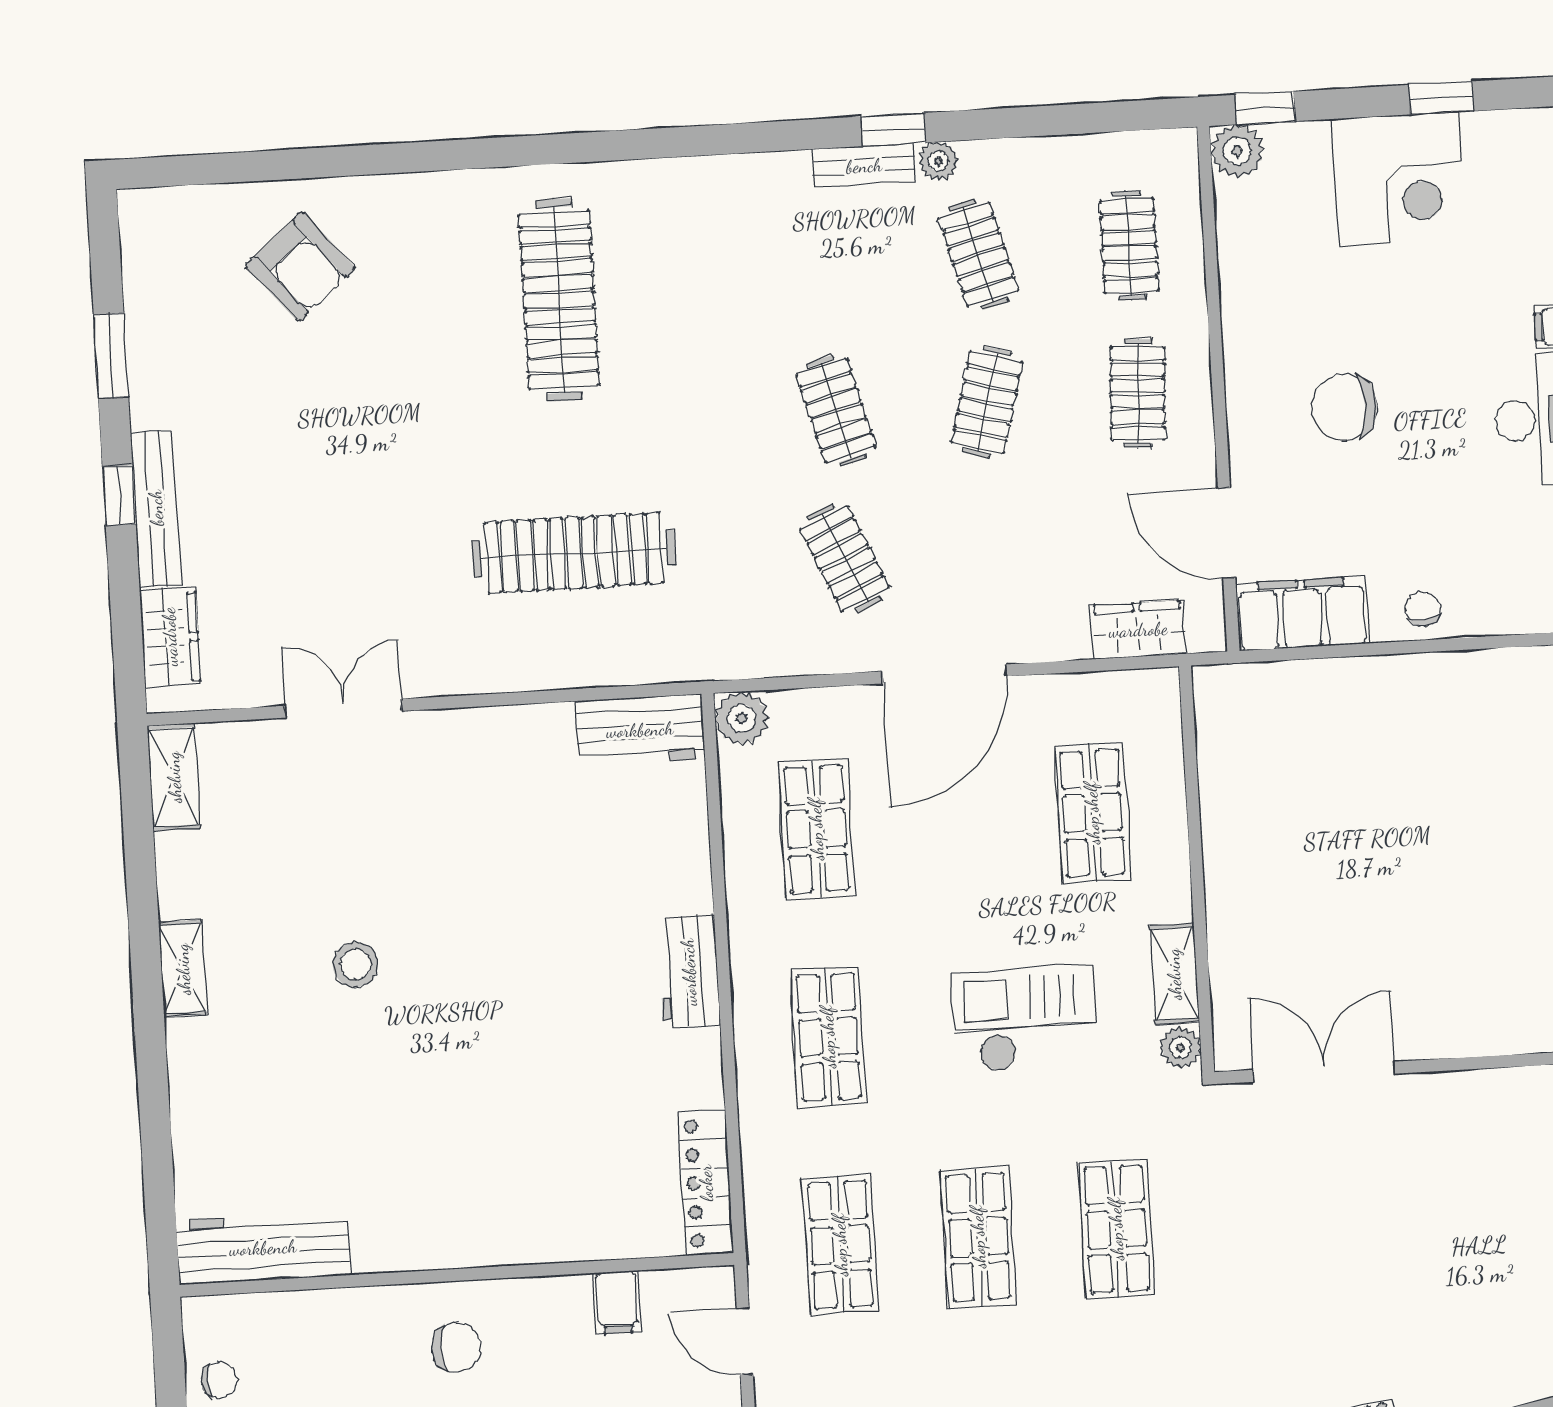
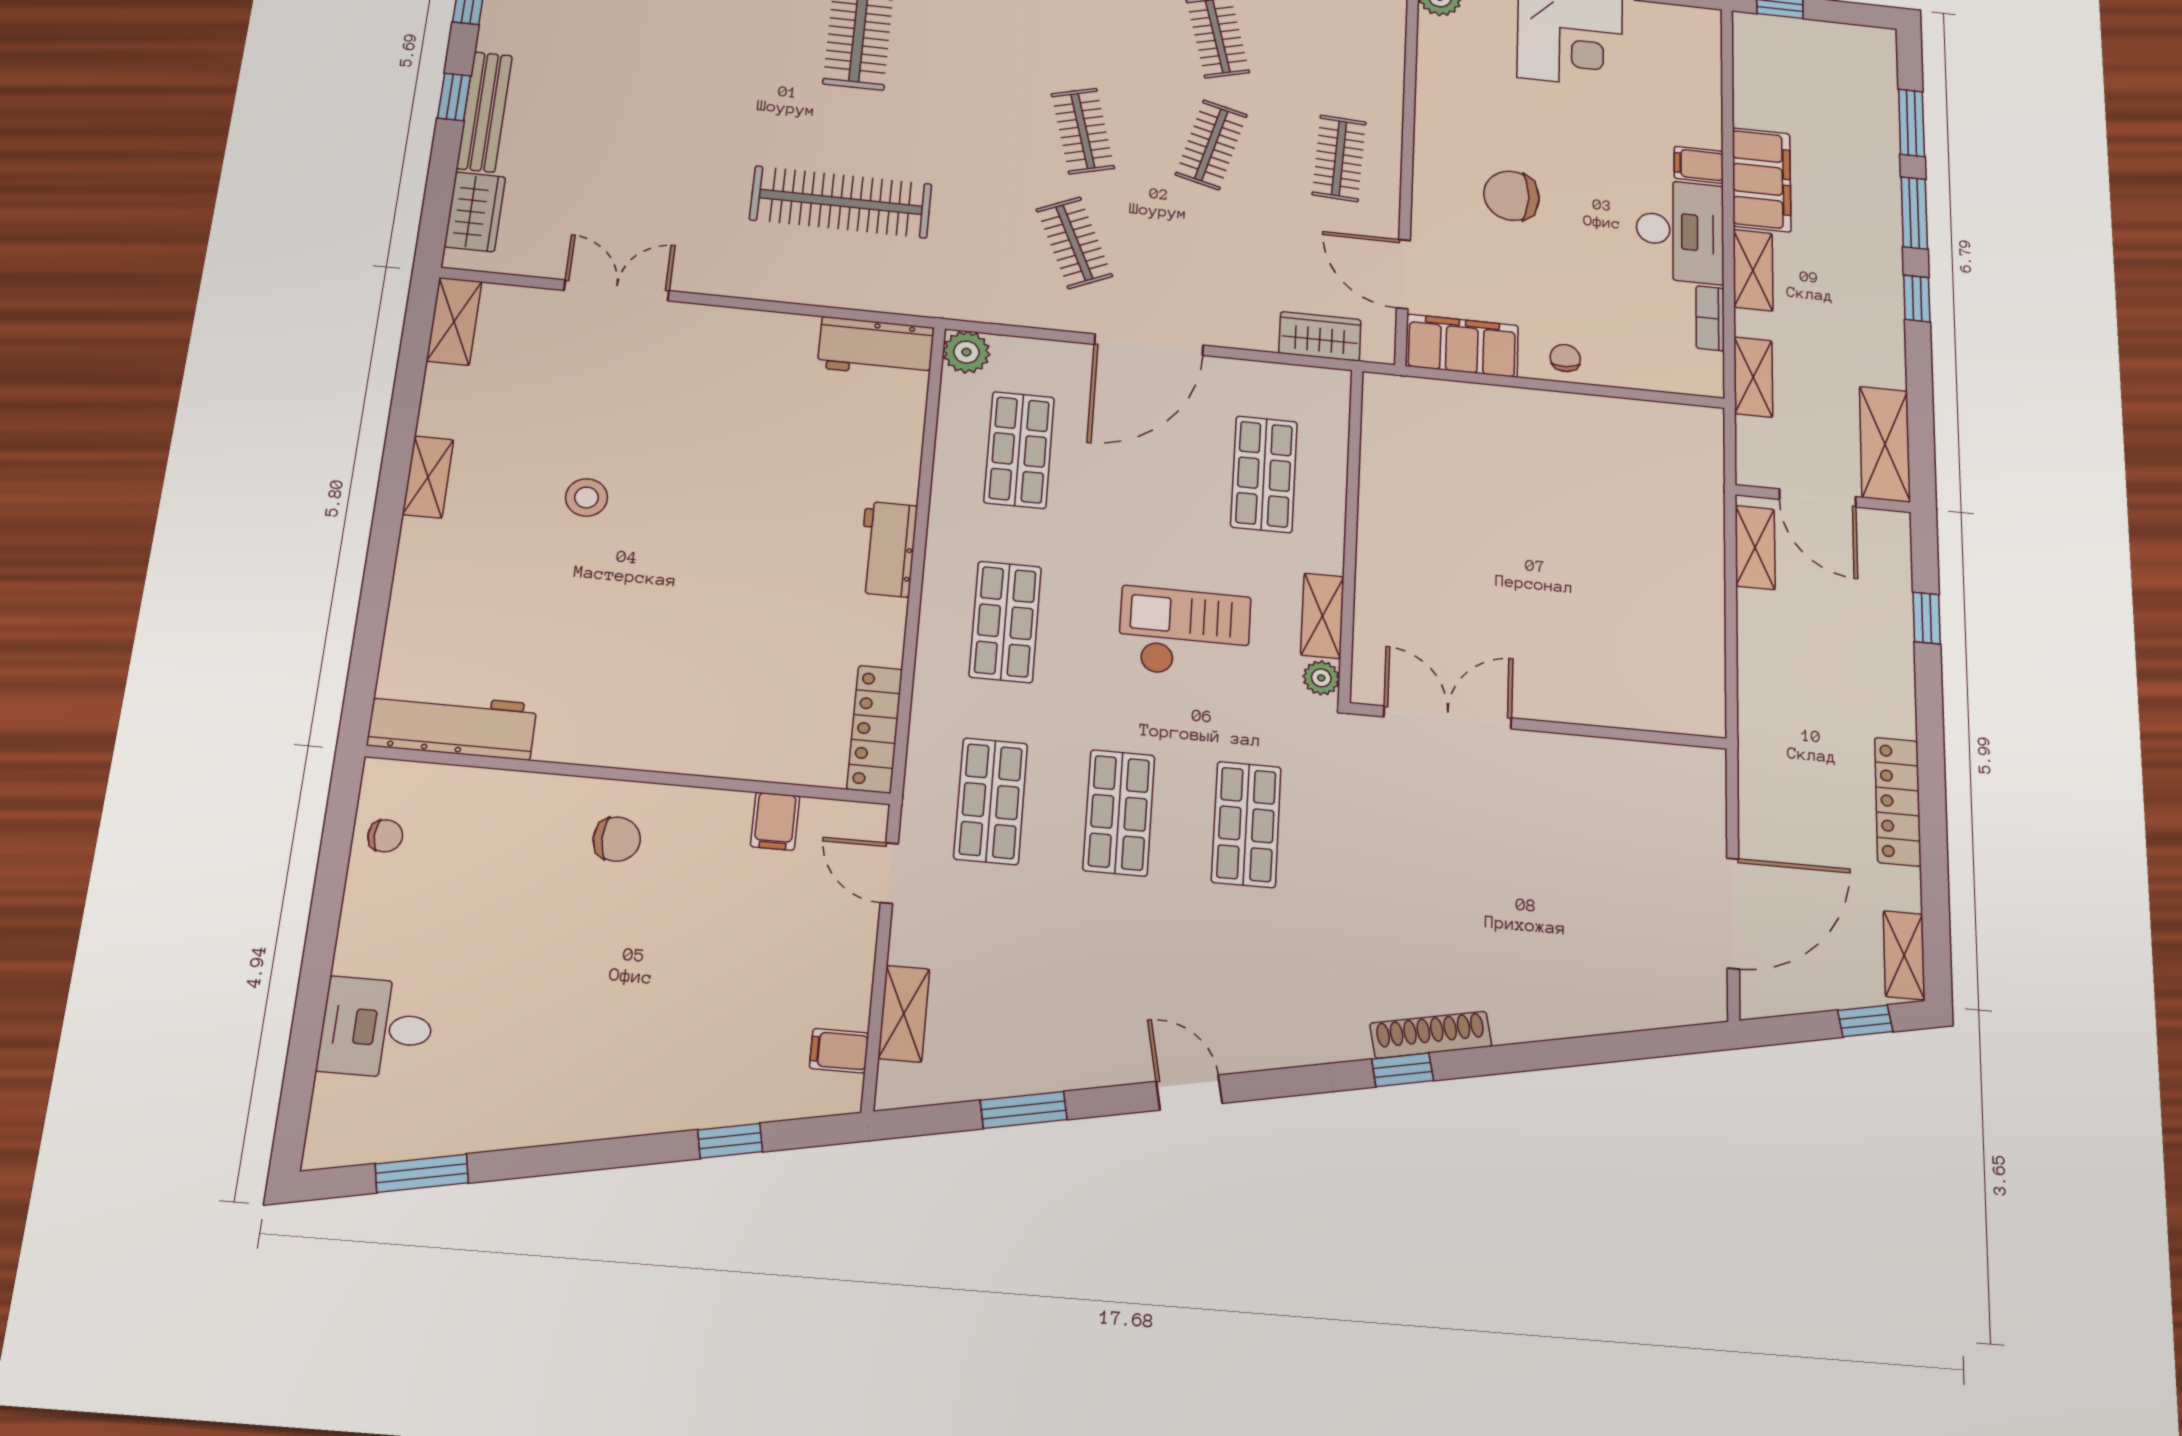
clothes rail: (1129, 246) -> (1344, 50), removed

